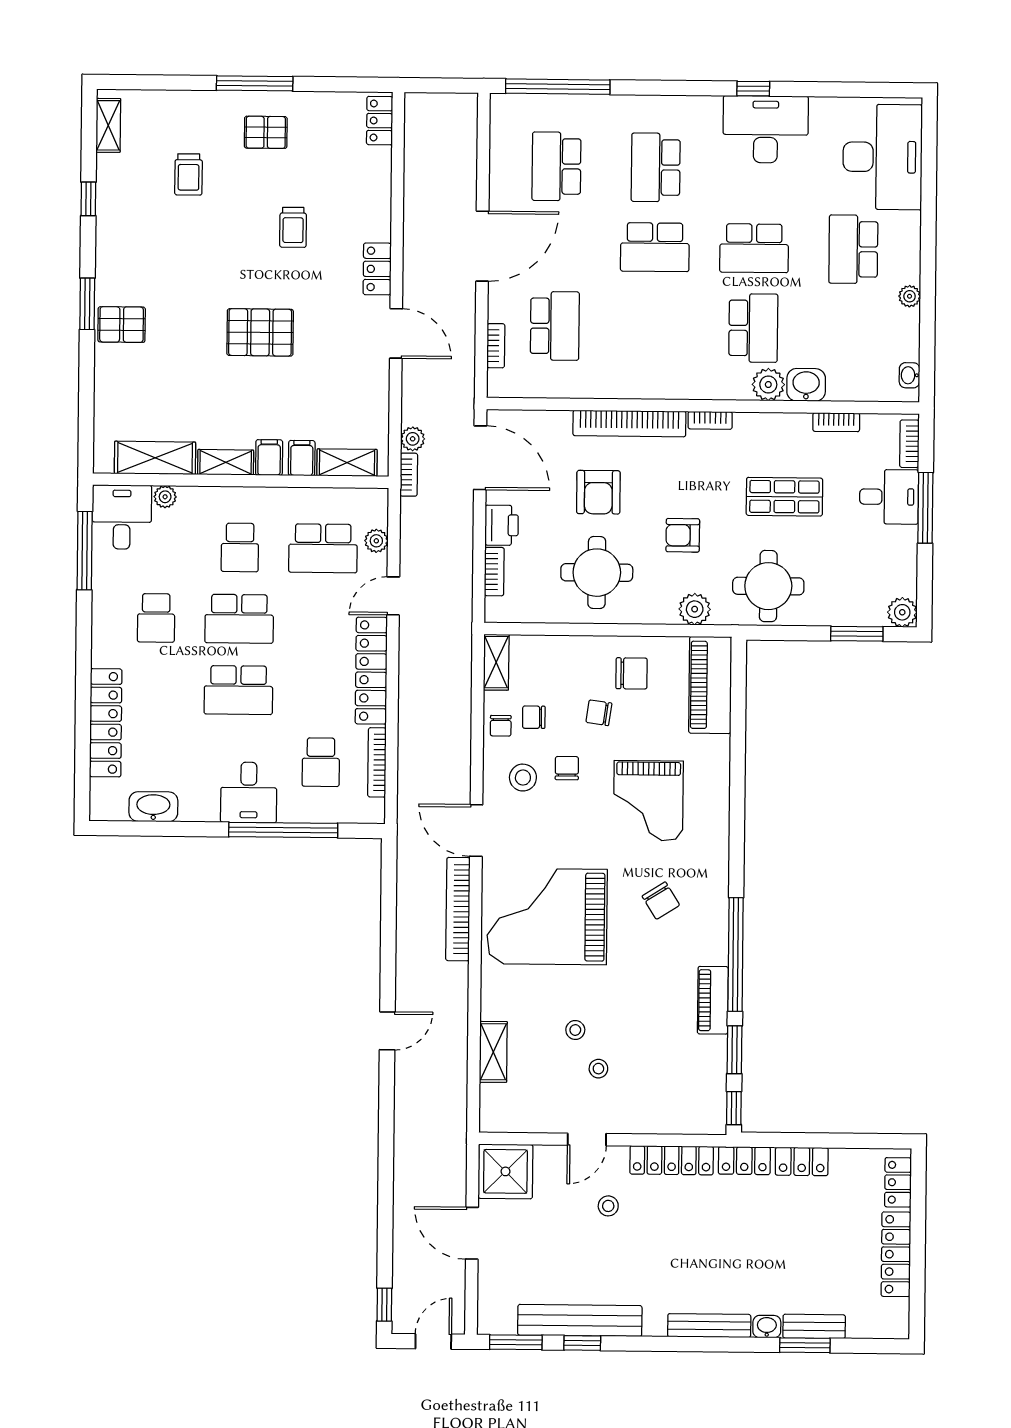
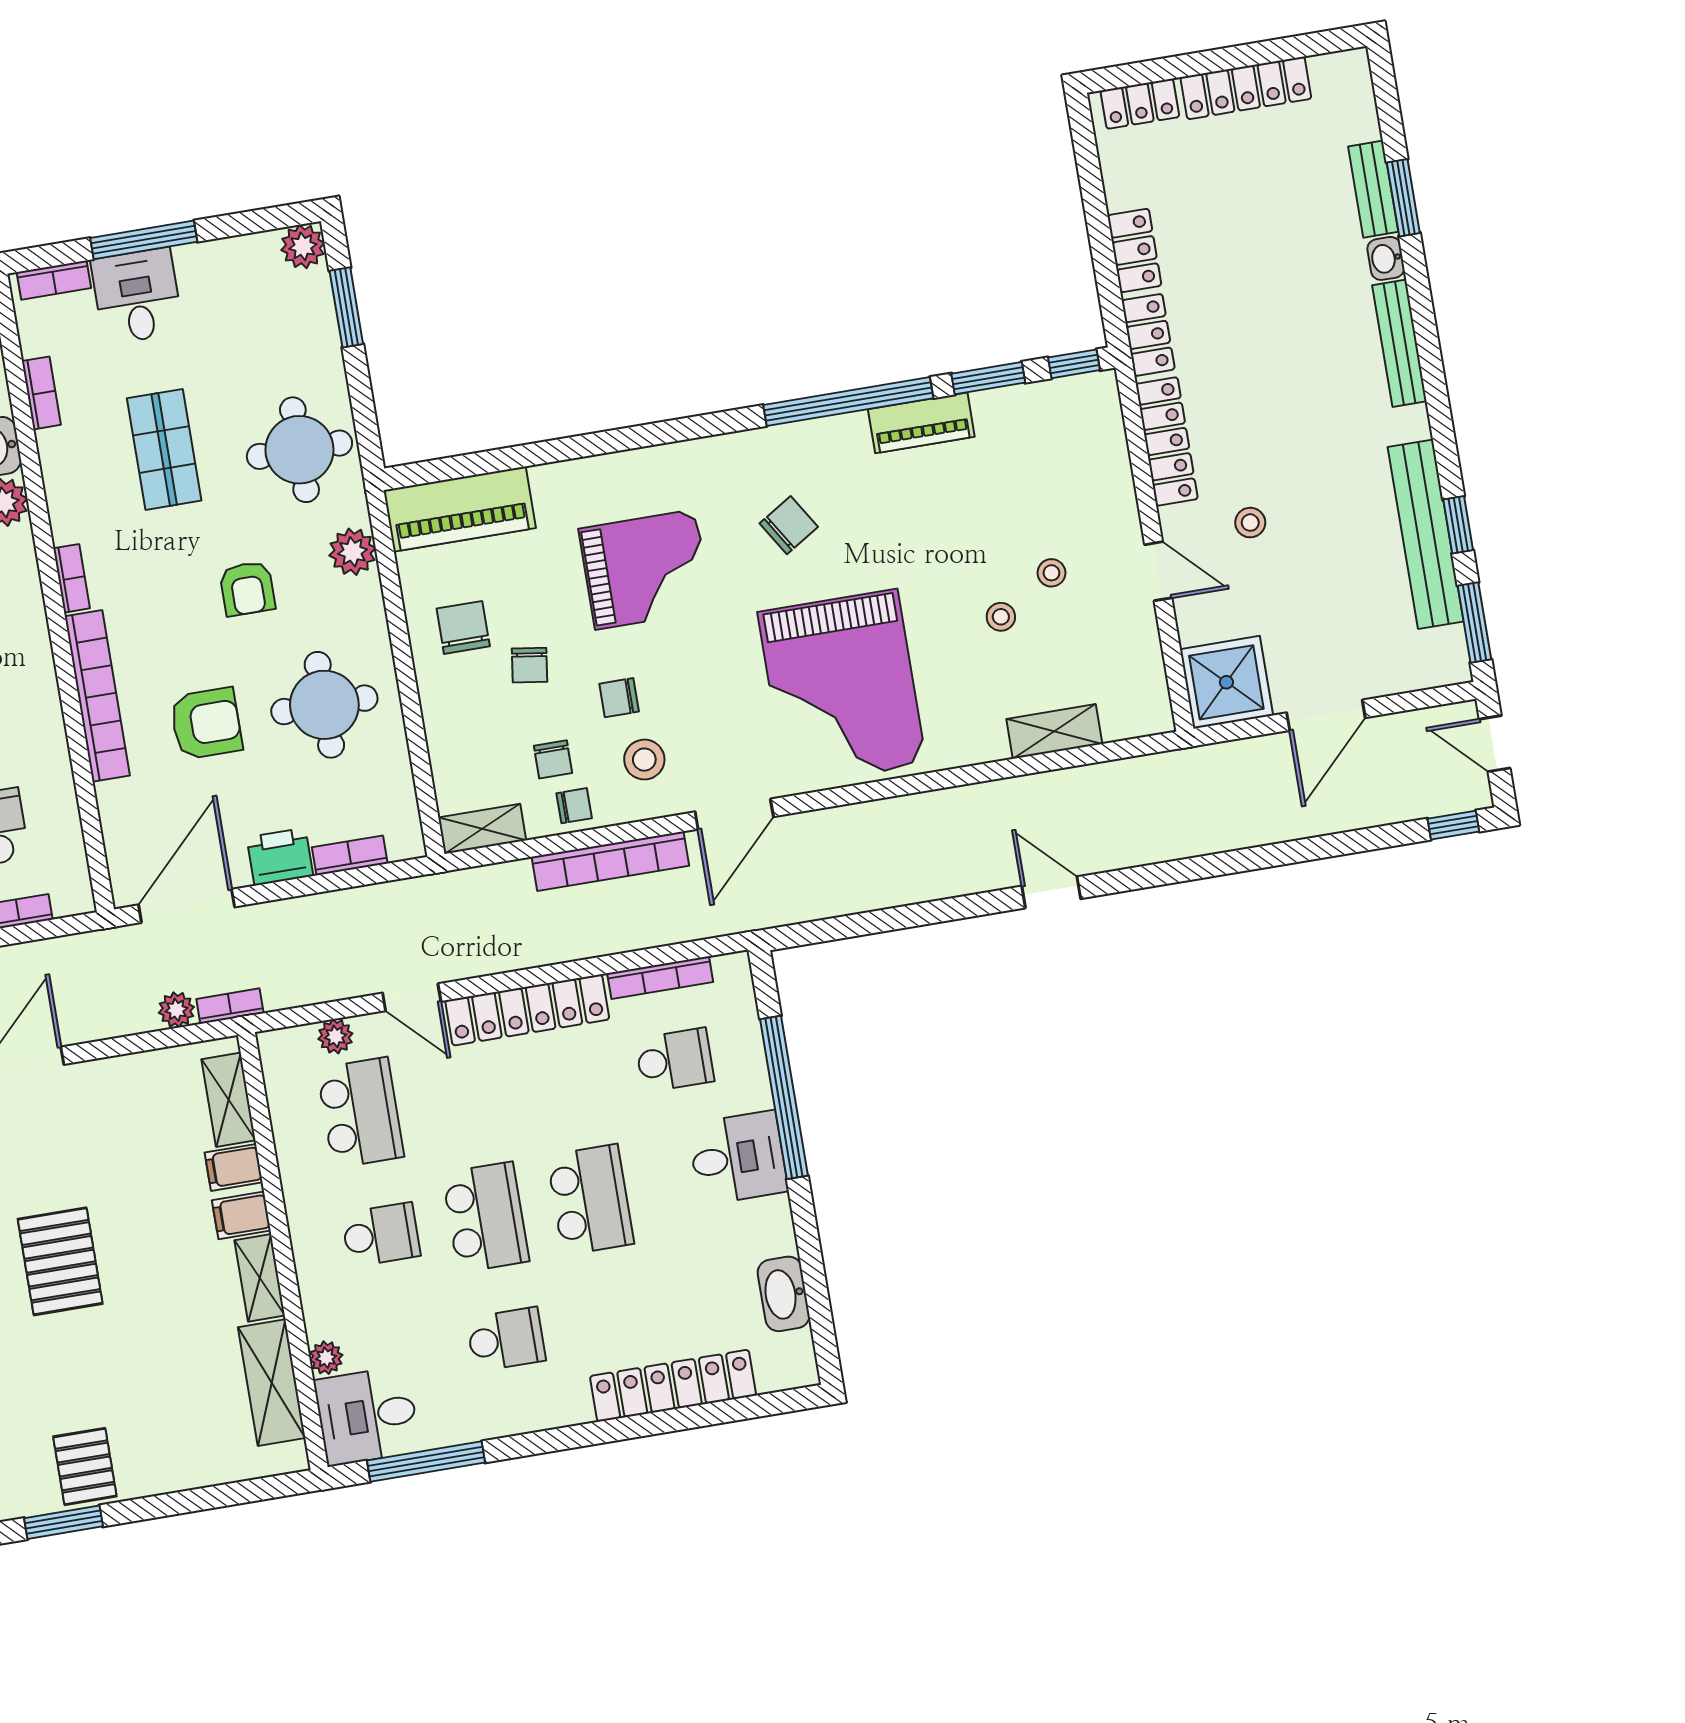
bookcase: (458, 909) -> (610, 861), moved

